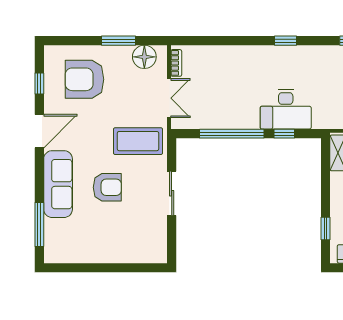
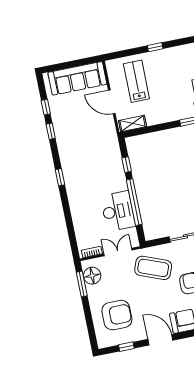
window: (118, 41) -> (82, 284), moved
armchair: (84, 79) -> (117, 315), turned -90
desk: (286, 109) -> (118, 211), moved
coffee table: (138, 141) -> (153, 268), turned -69

